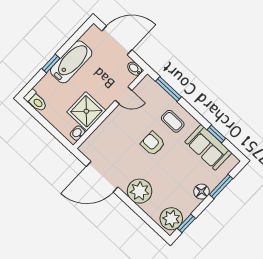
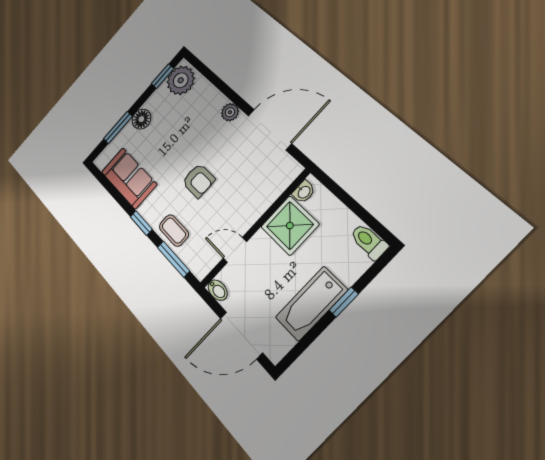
coffee table: (173, 121) -> (174, 230), moved
window: (216, 134) -> (141, 223), moved
plant: (140, 191) -> (230, 112), width x0.53, depth x0.53

